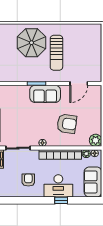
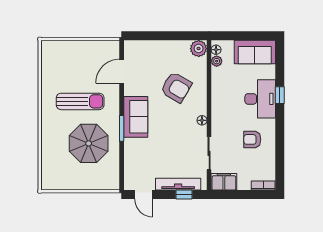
parasol: (31, 43) -> (89, 143), moved
door: (79, 83) -> (122, 71), swing flipped
armchair: (67, 124) -> (176, 87), turned 112
bookcase: (60, 154) -> (218, 96), removed

